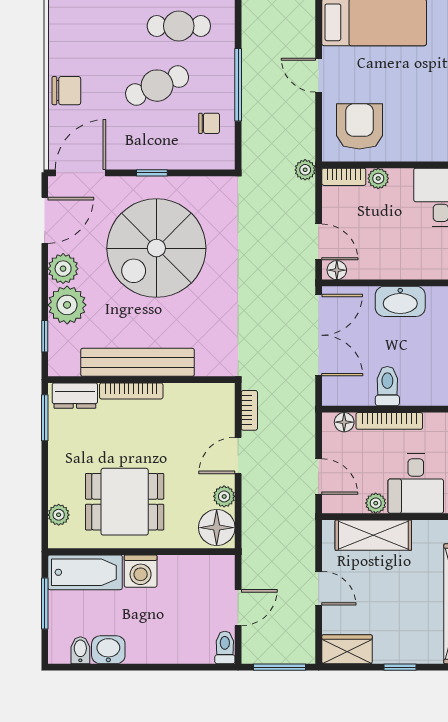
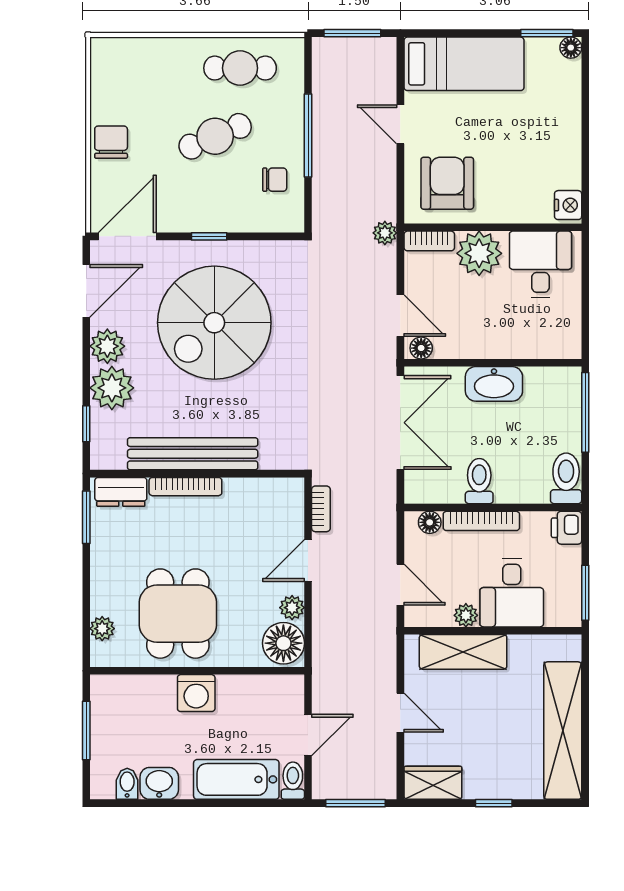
chair: (66, 91) -> (111, 142), turned -90
plant: (378, 178) -> (479, 253), width x1.88, depth x1.88
dining table: (125, 502) -> (178, 614), turned 90
bathtub: (85, 572) -> (236, 779), moved, turned 180

